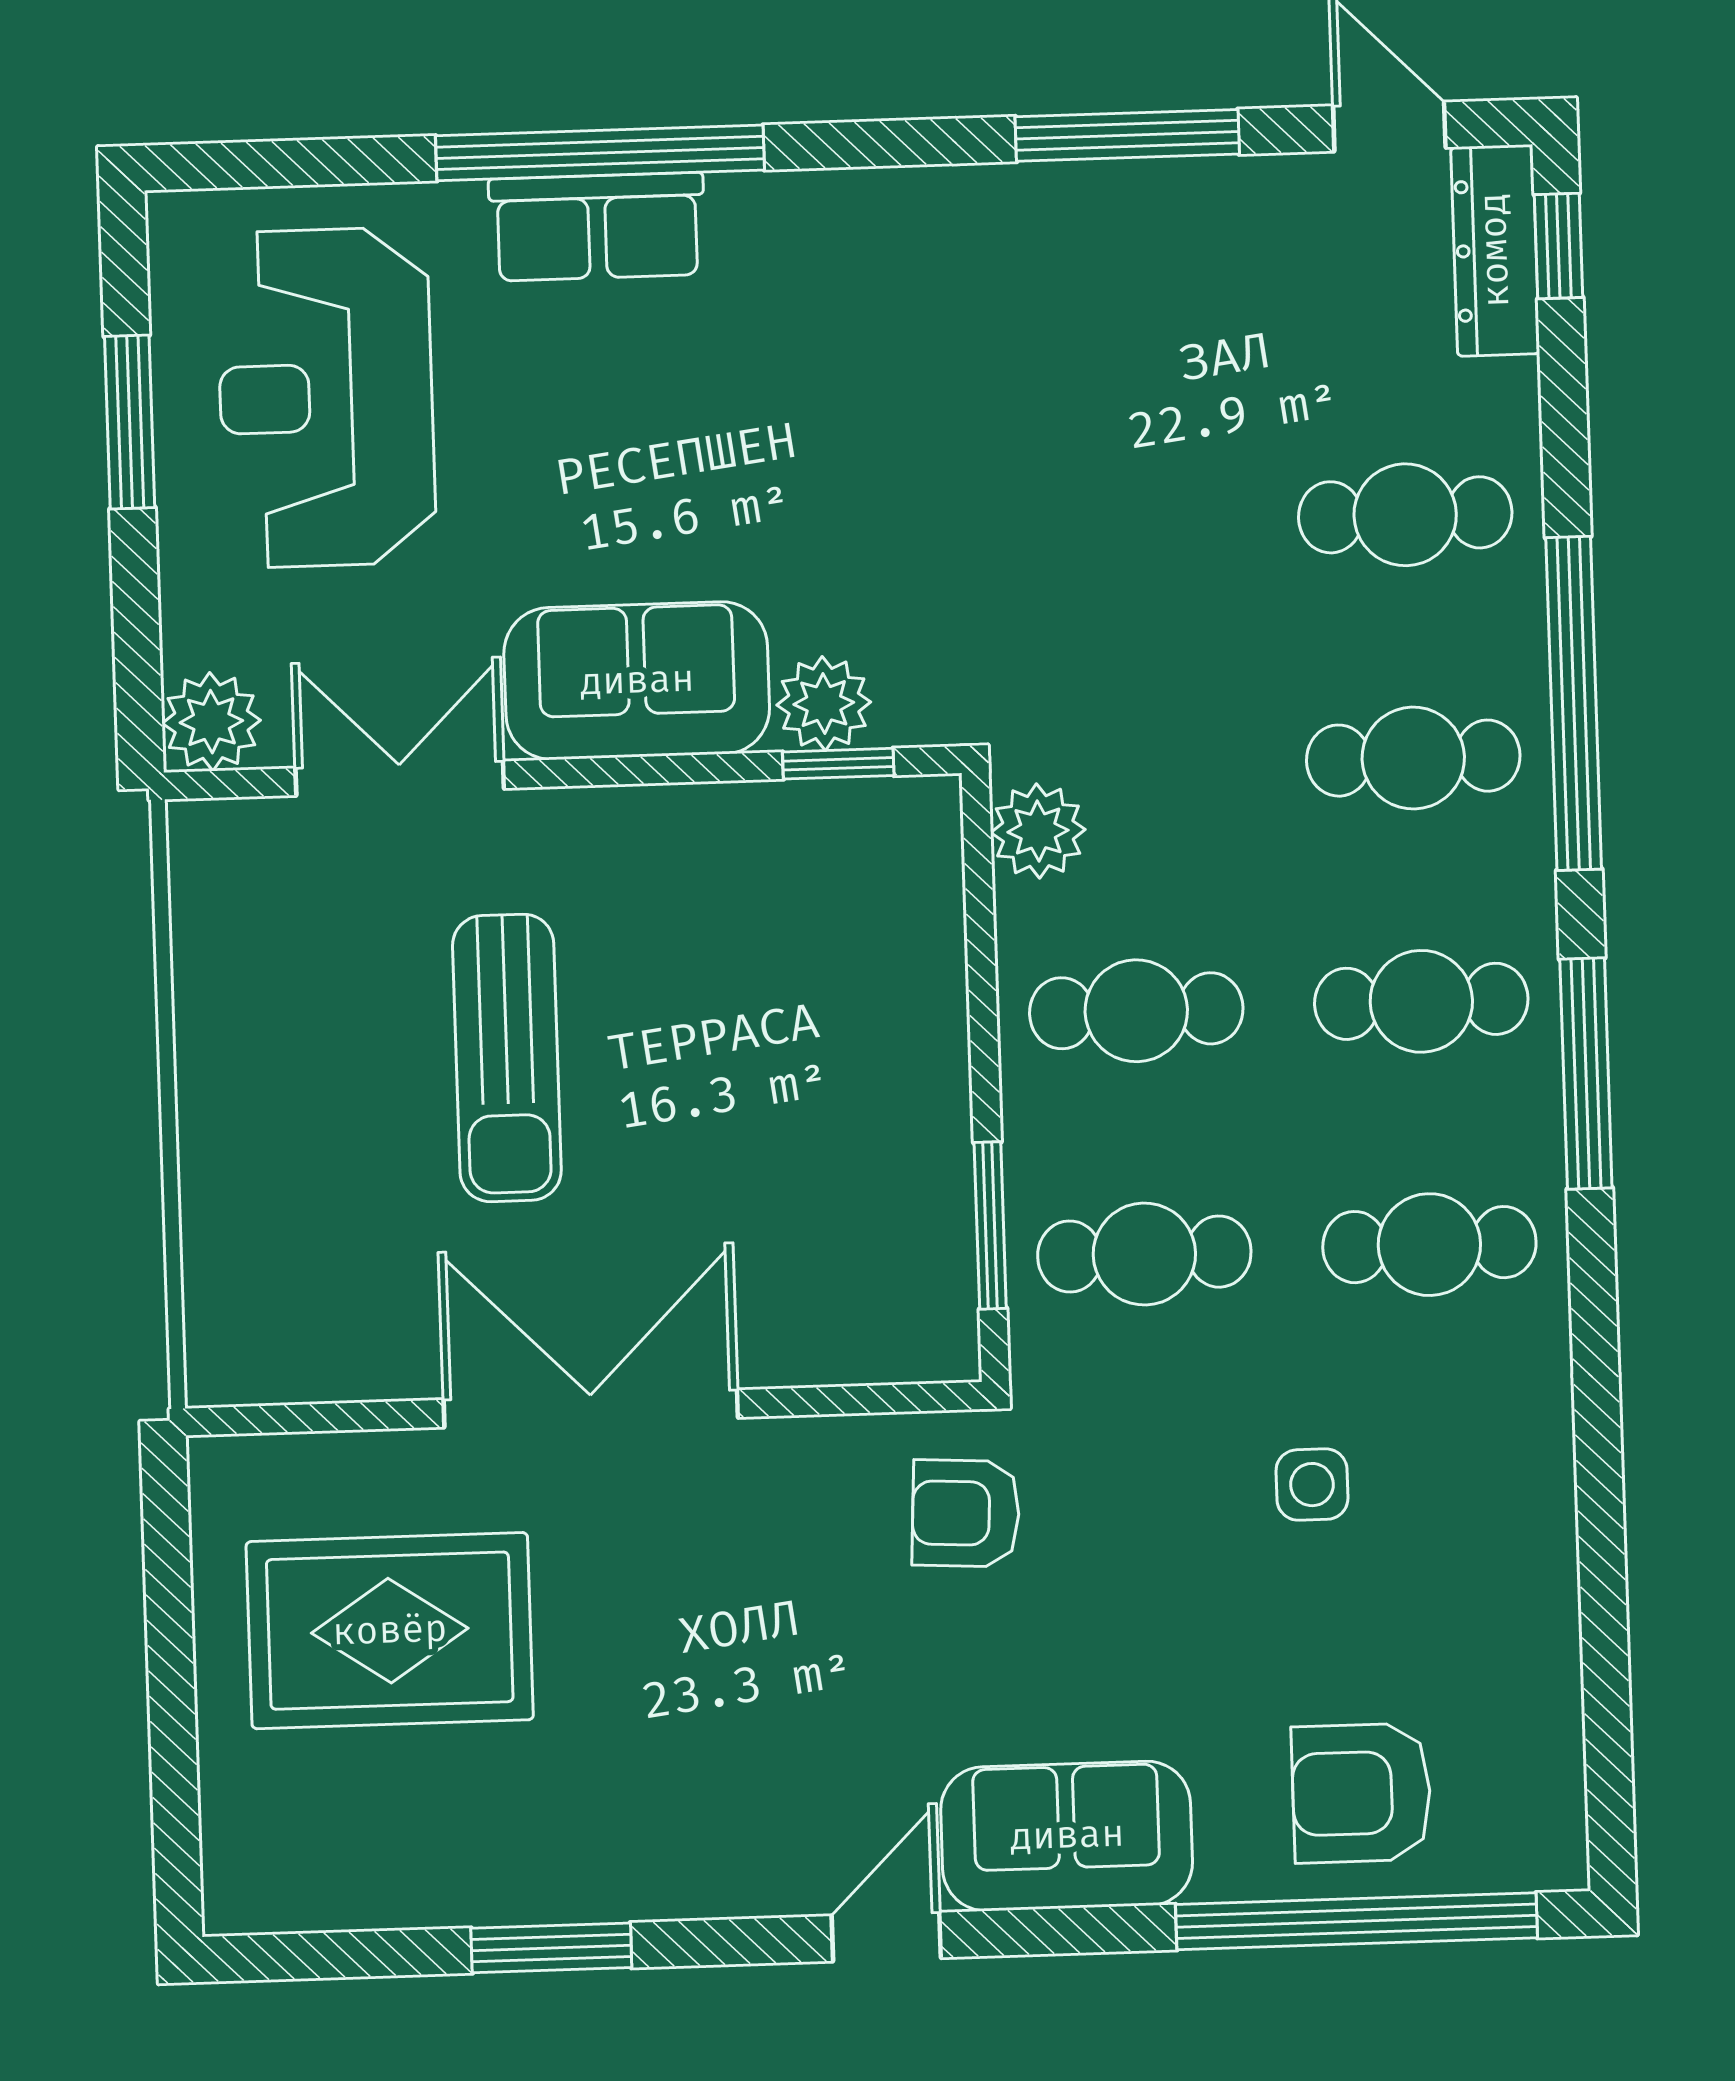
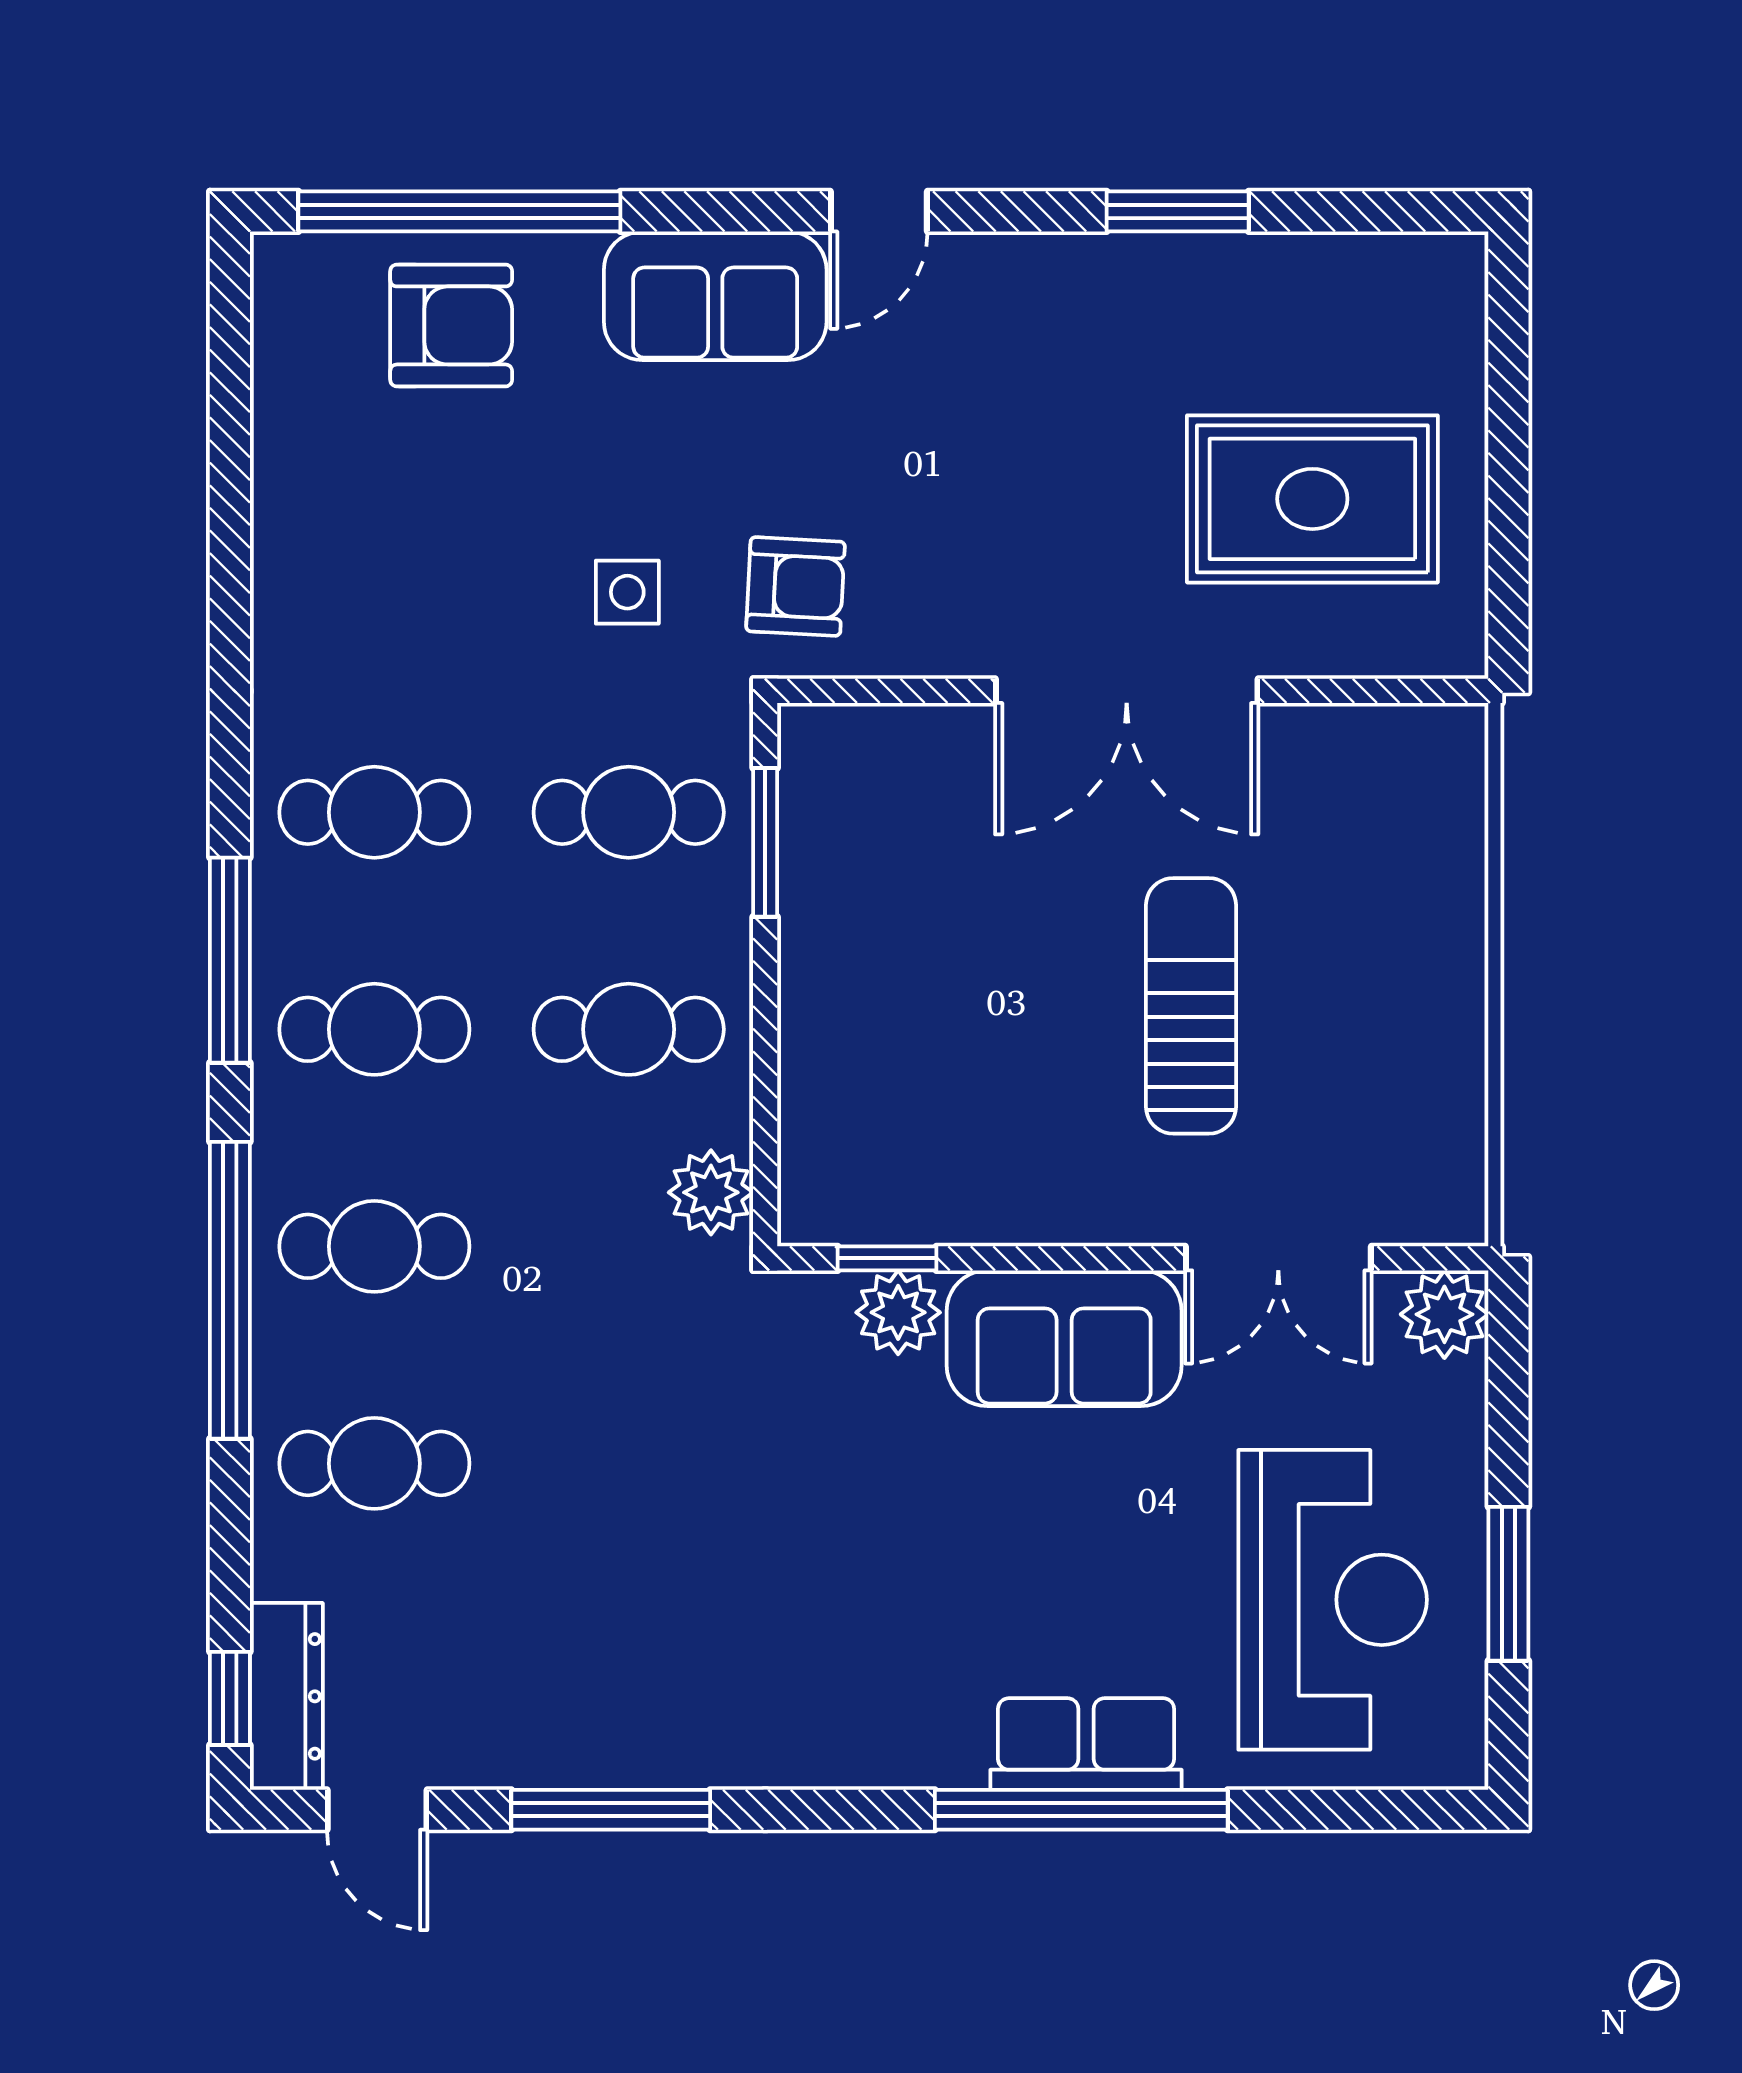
side table: (1312, 1485) -> (627, 592), moved

